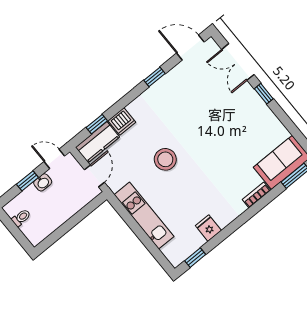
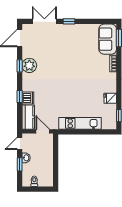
double door: (238, 62) -> (44, 21), swing flipped
plant: (165, 89) -> (29, 65), added
window: (97, 124) -> (20, 97), moved
stool: (165, 159) -> (62, 92), removed

